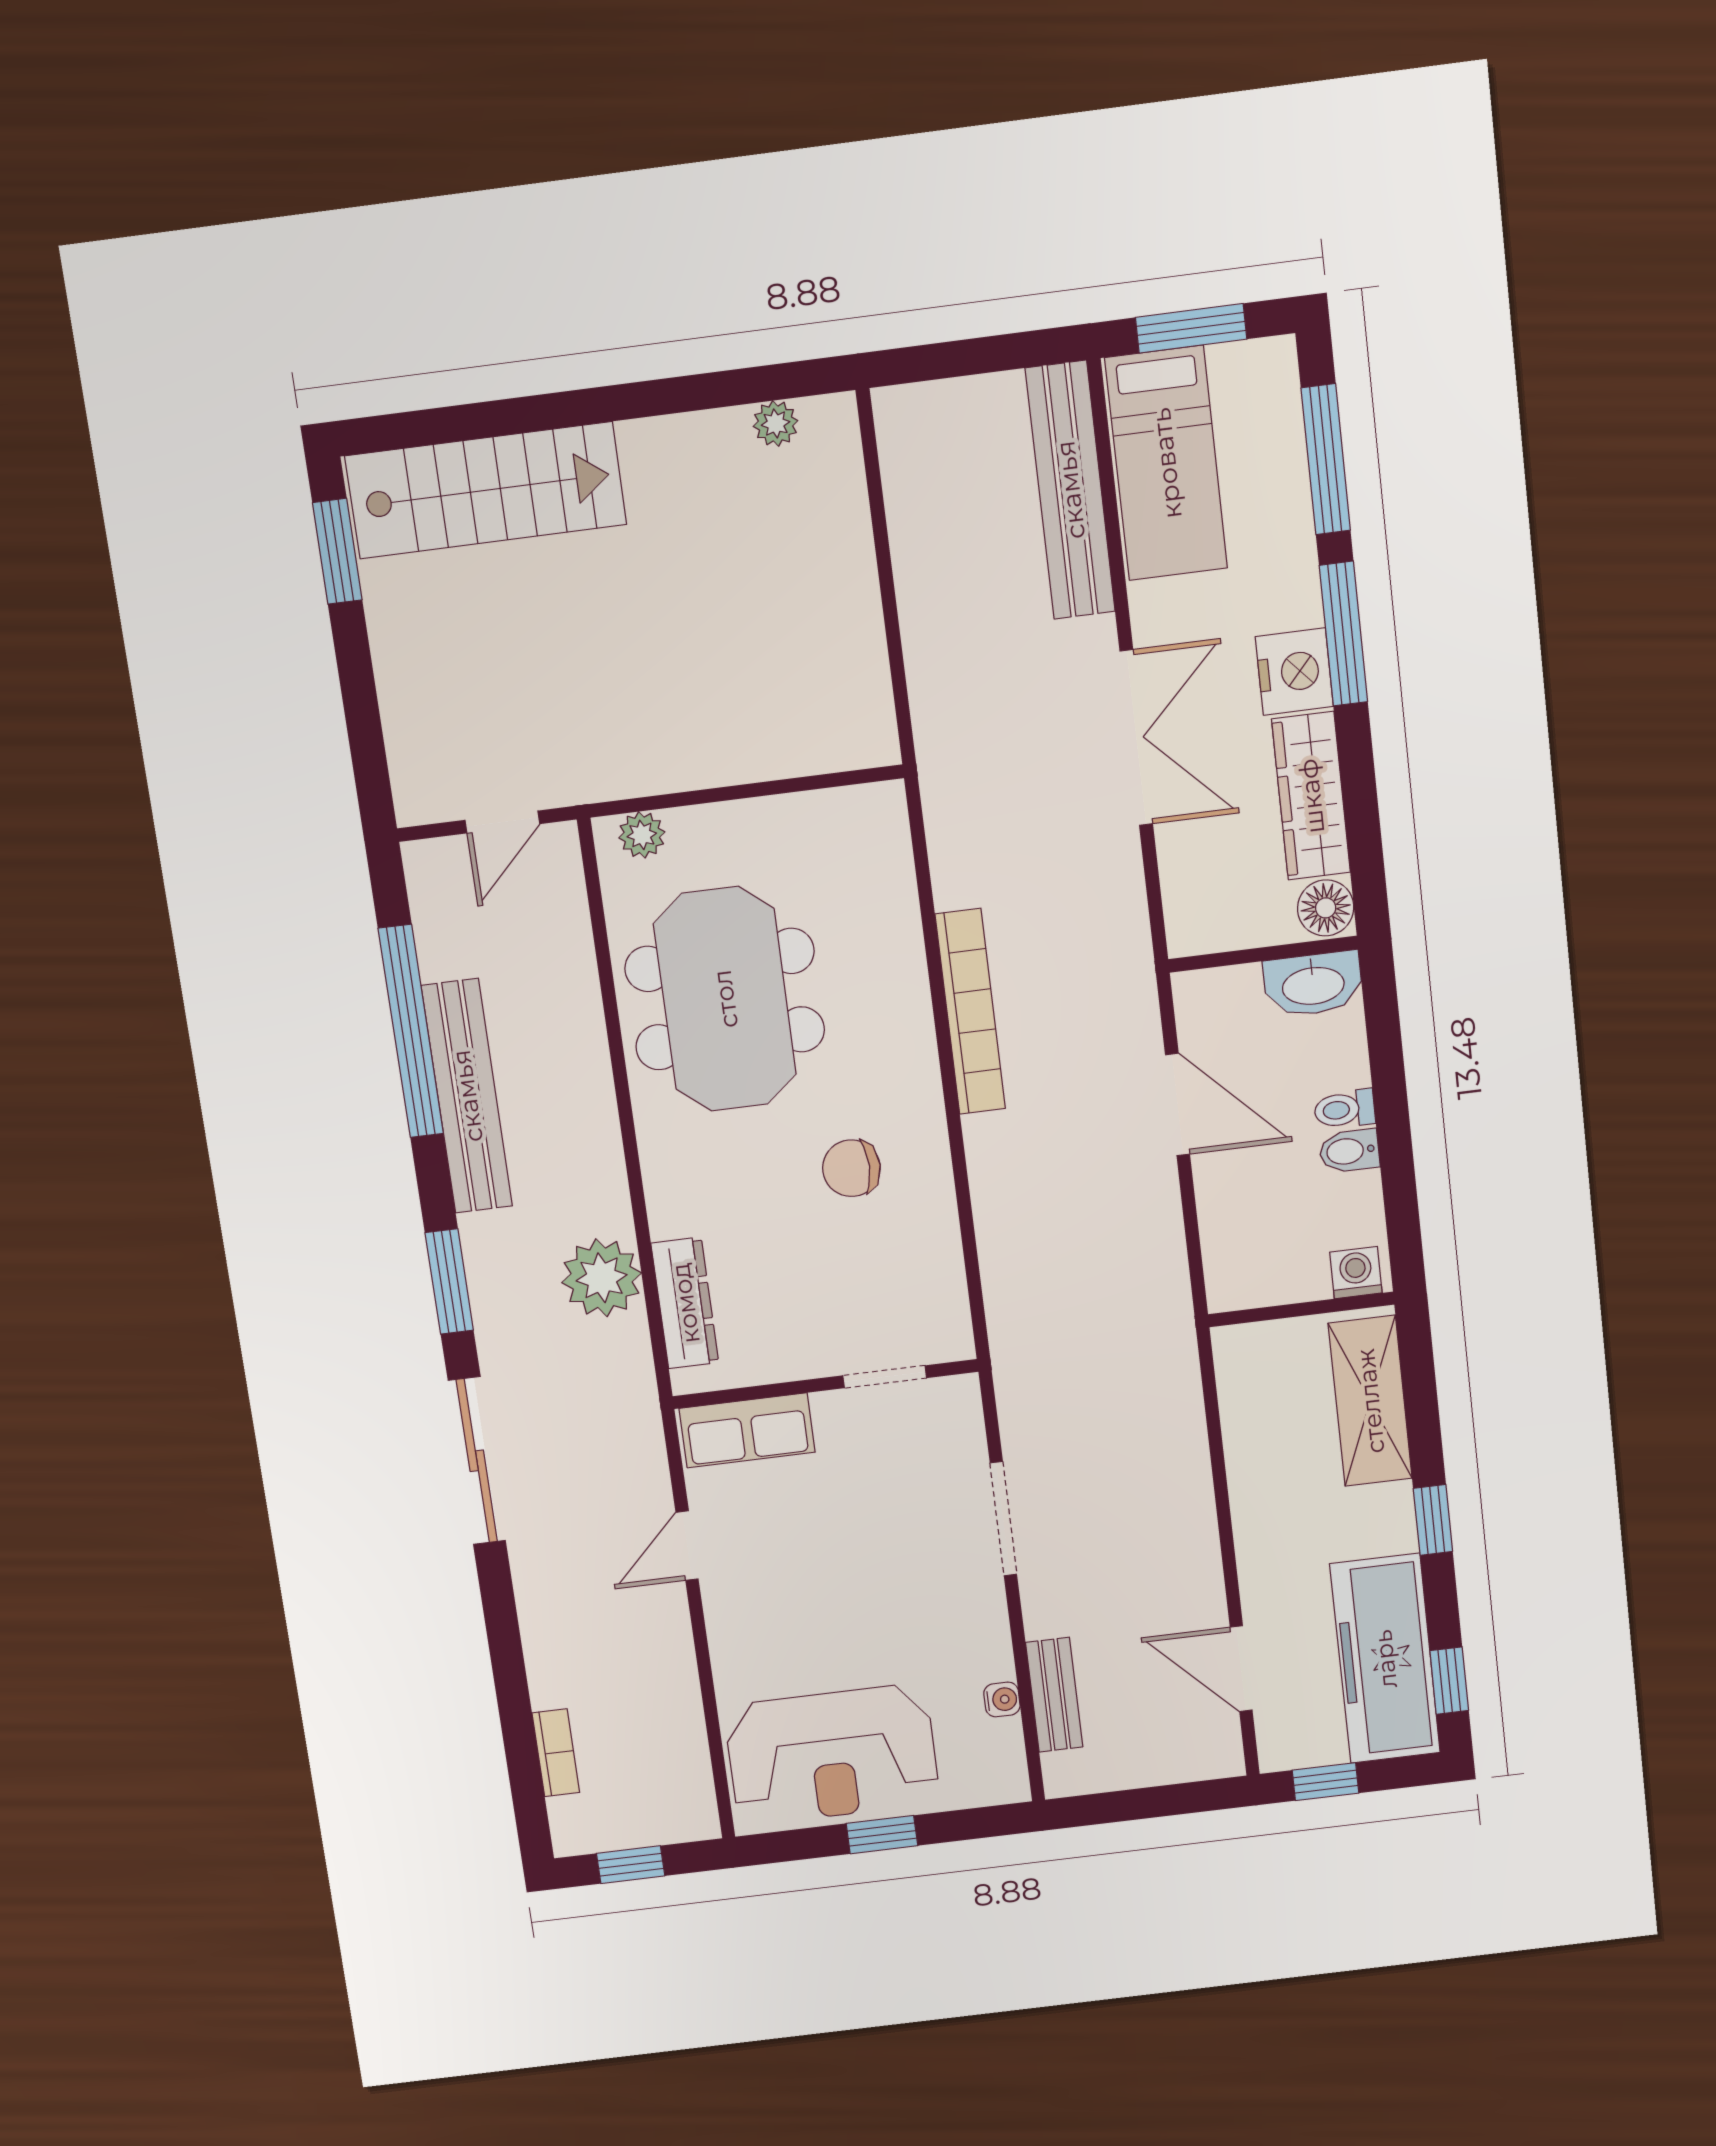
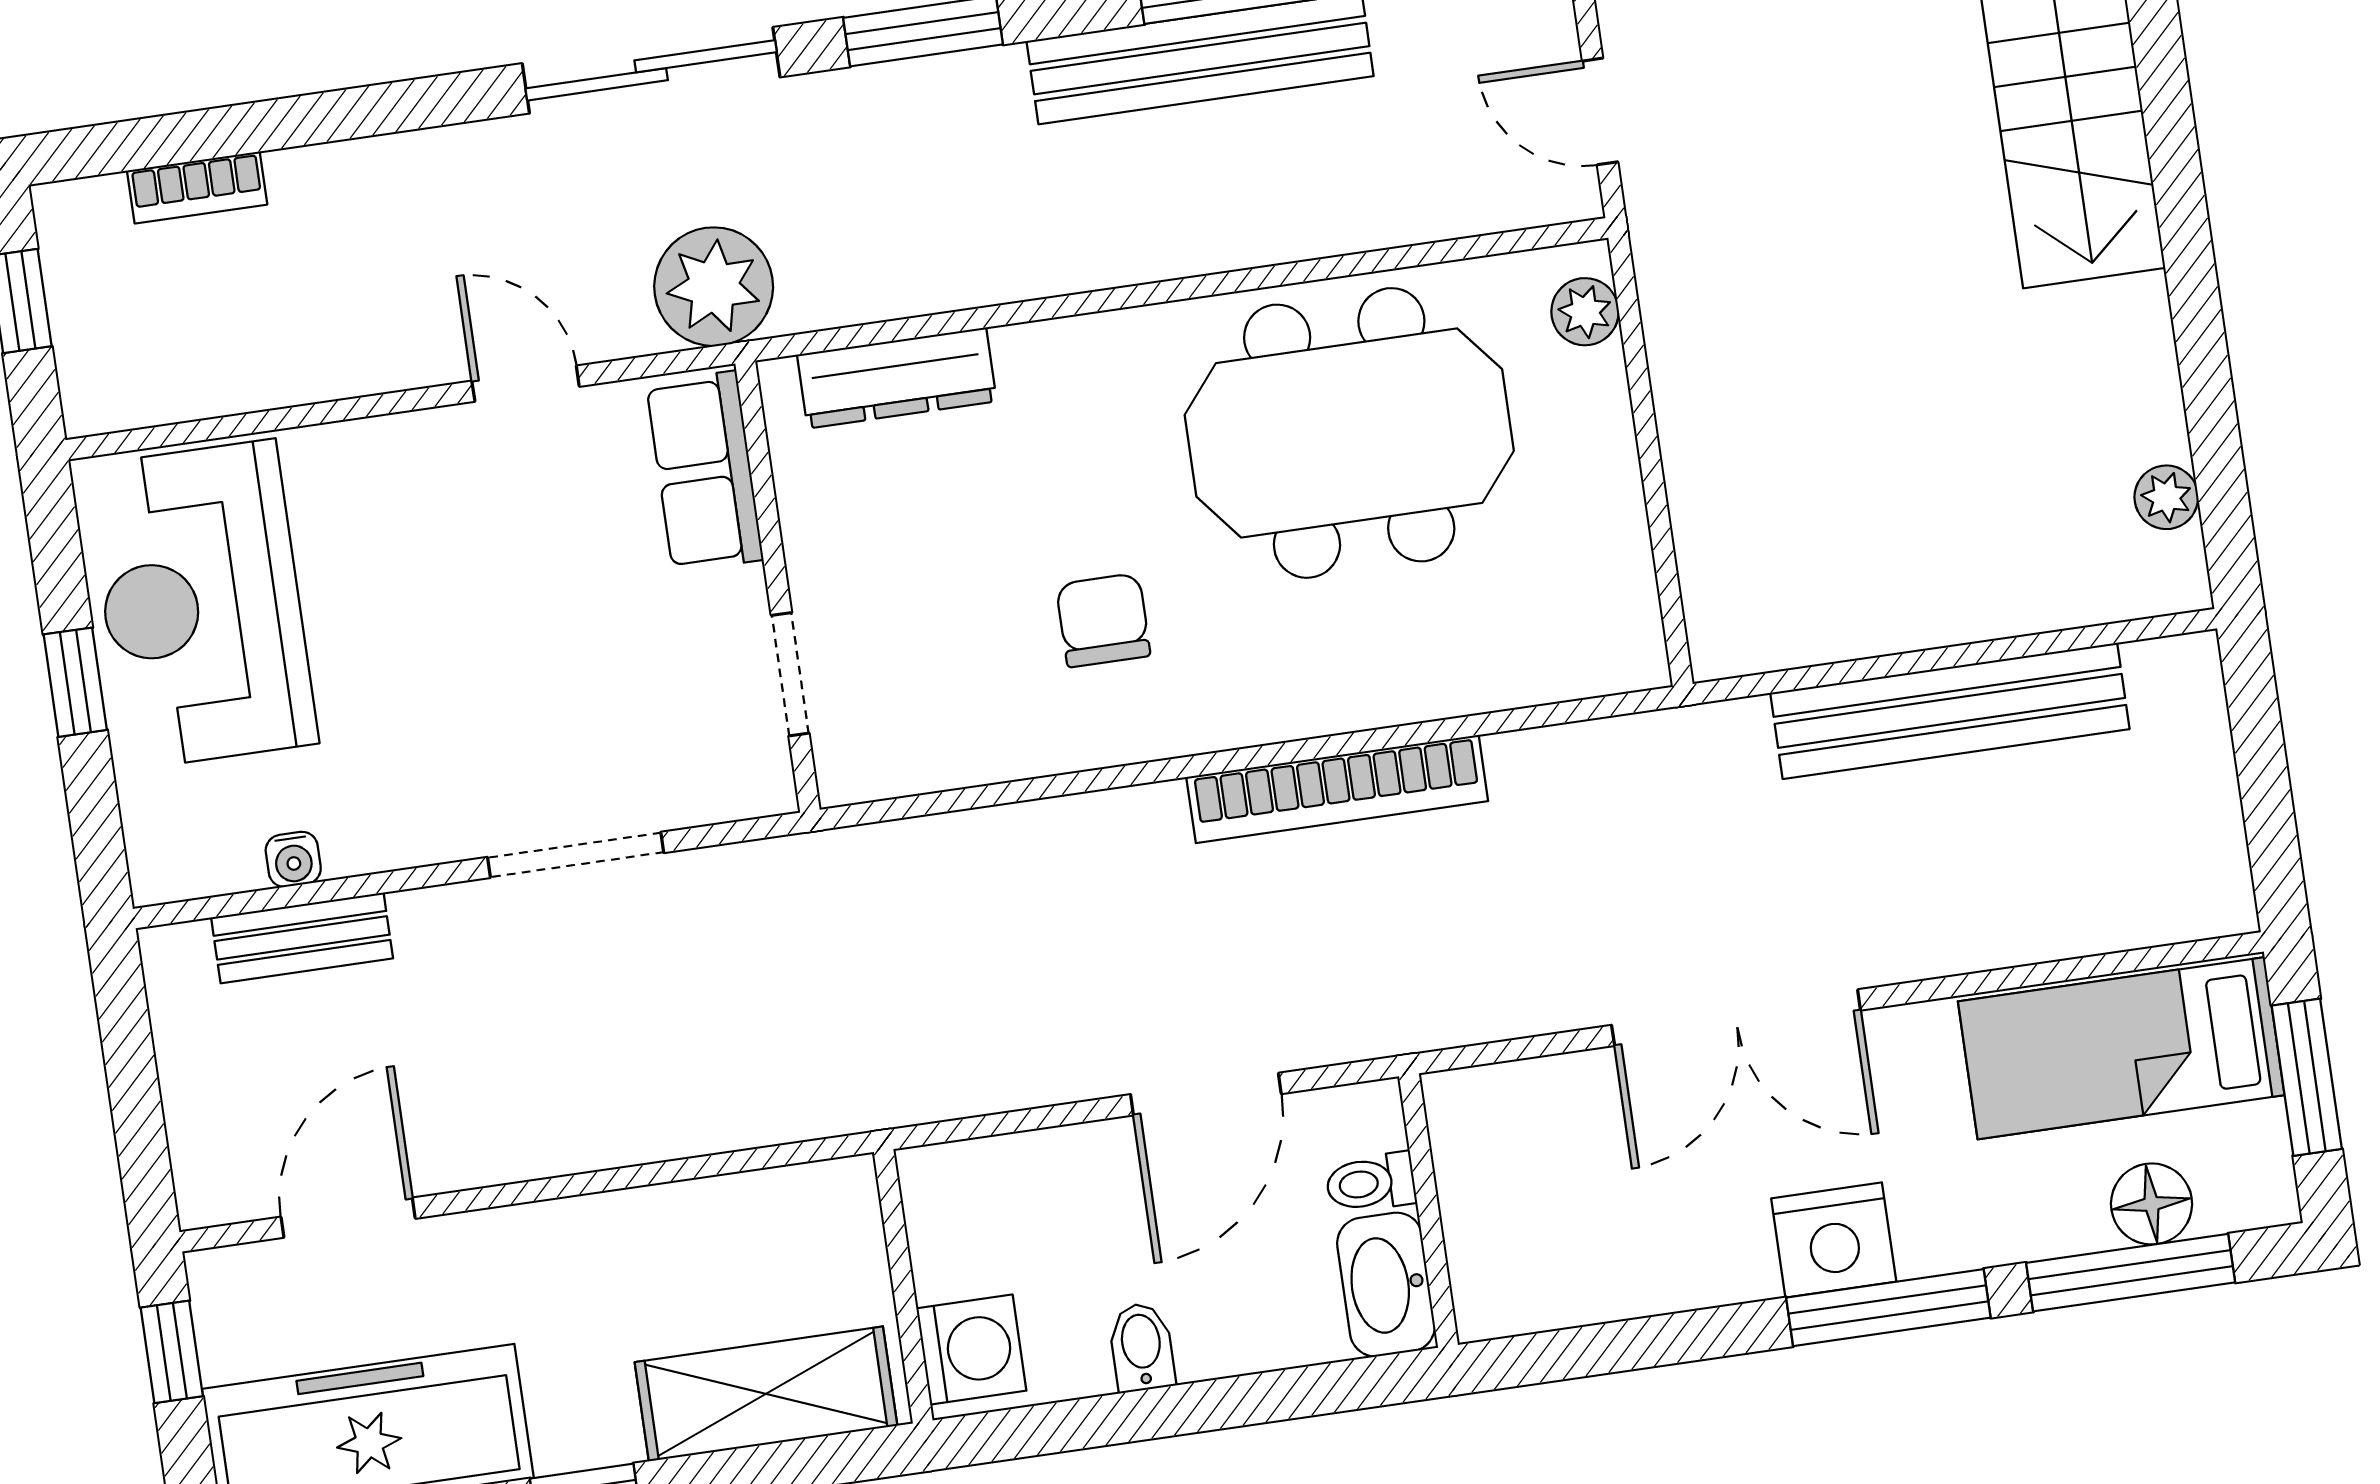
bench: (1070, 490) -> (1950, 711), moved
wardrobe: (1311, 796) -> (1658, 1271), removed
floor lamp: (1326, 908) -> (2152, 1204), moved
toilet: (1345, 1109) -> (1371, 1183), moved, turned -90
washing machine: (1356, 1273) -> (971, 1349), width x1.38, depth x1.38
plant: (602, 1278) -> (714, 287), moved

